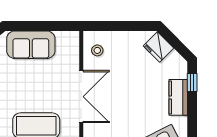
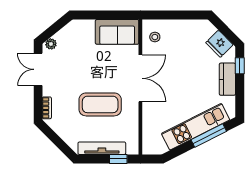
sofa: (31, 45) -> (117, 32), moved
fridge: (158, 47) -> (219, 44), moved

